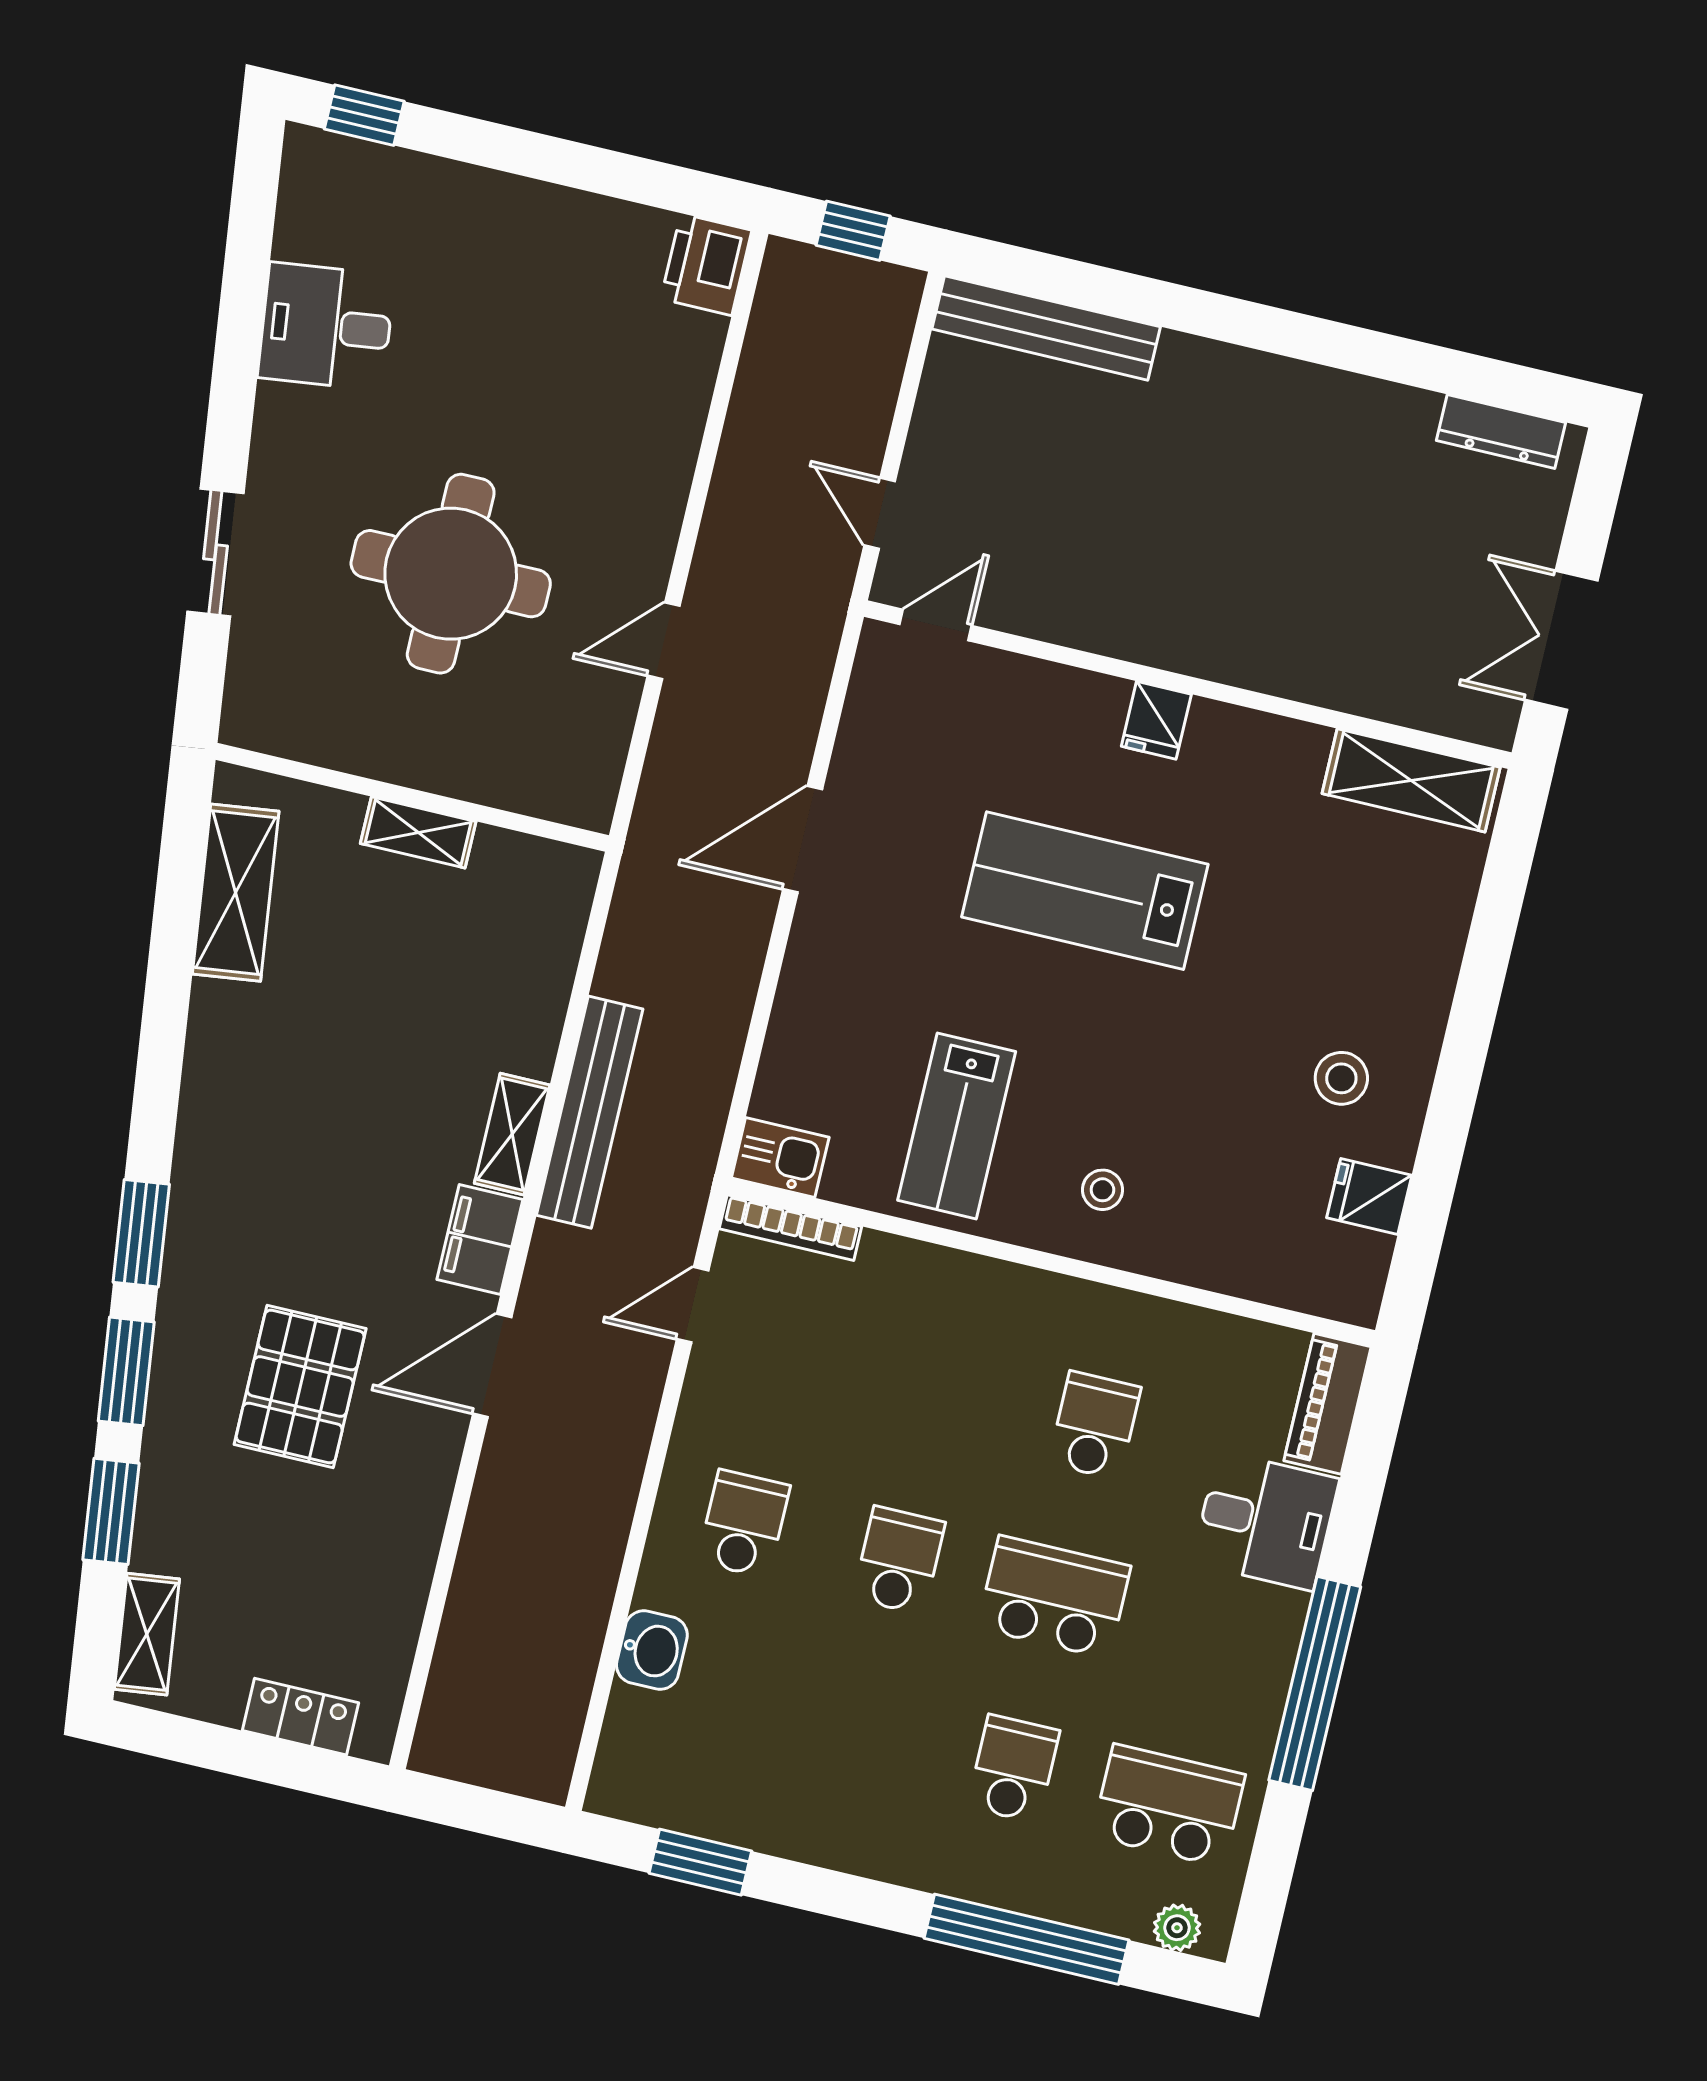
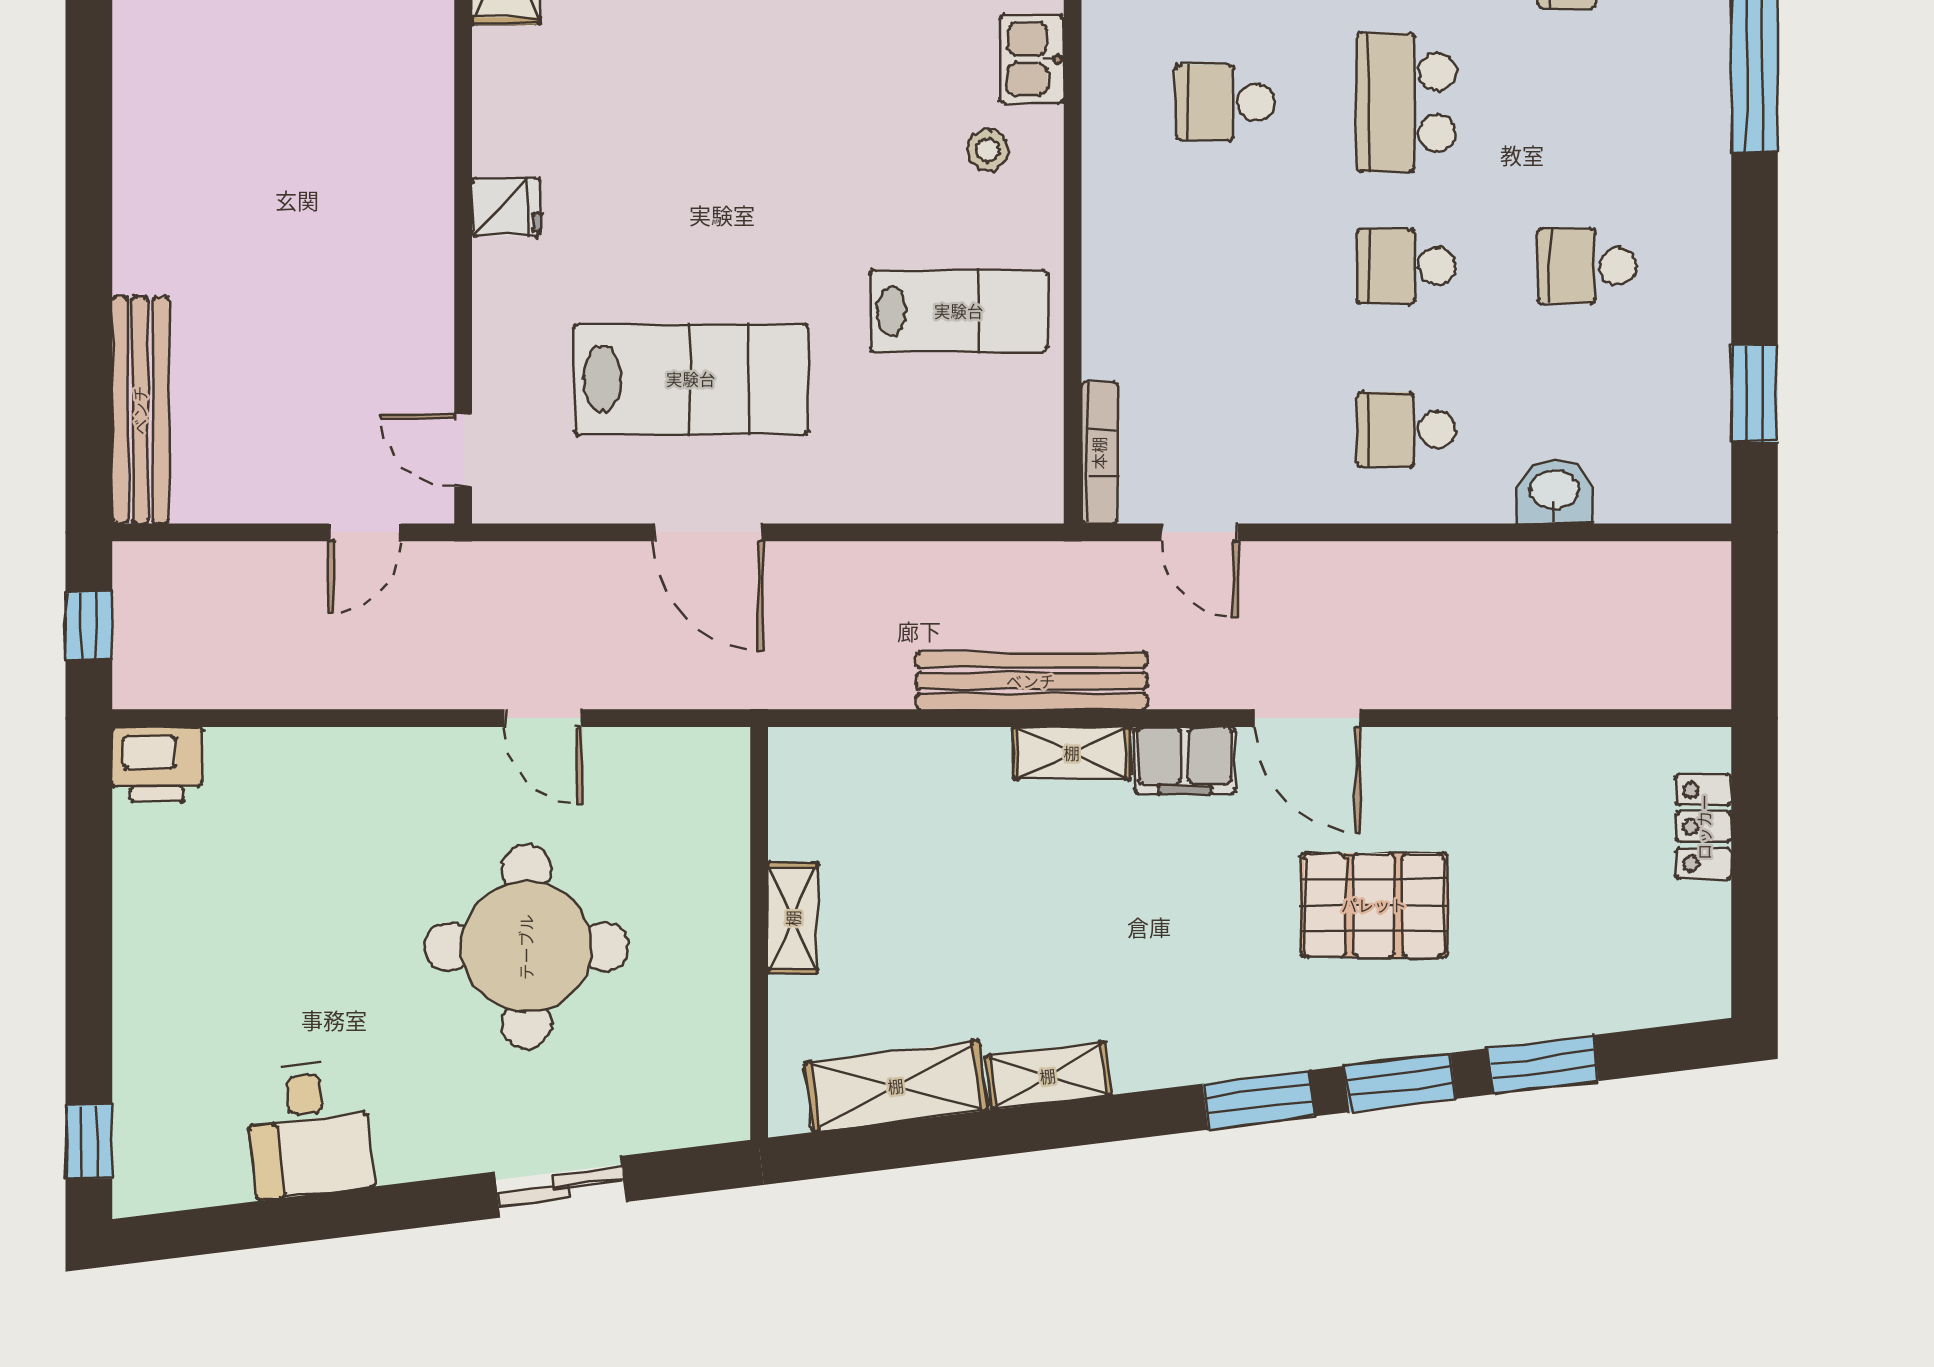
lab bench: (1085, 891) -> (691, 379), moved, turned -90
kitchen sink: (780, 1158) -> (1032, 59), moved
shelving: (147, 1634) -> (1048, 1076), moved
school desk: (1013, 1769) -> (1587, 266), moved

